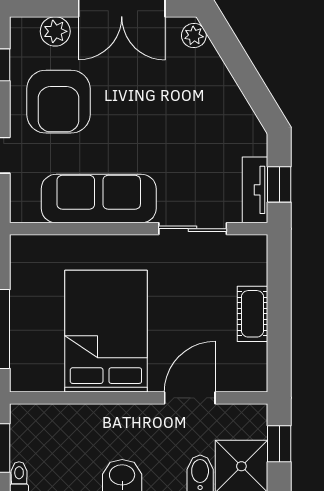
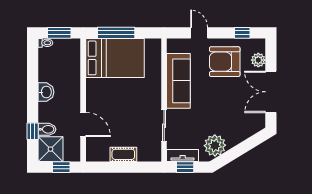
plant: (194, 36) -> (215, 145), moved, width x1.88, depth x1.88
bed: (106, 331) -> (115, 58), moved

